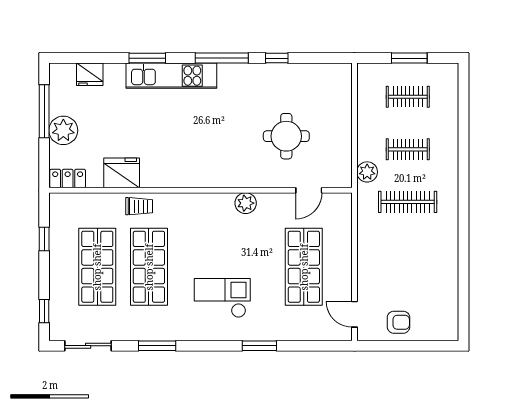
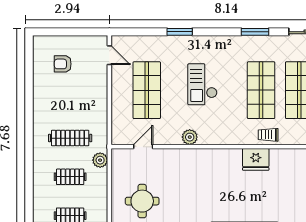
round table: (286, 136) -> (142, 201), moved
fridge: (122, 173) -> (256, 159), moved
checkout: (222, 298) -> (202, 84), moved, turned 90
armchair: (399, 322) -> (63, 64), moved

